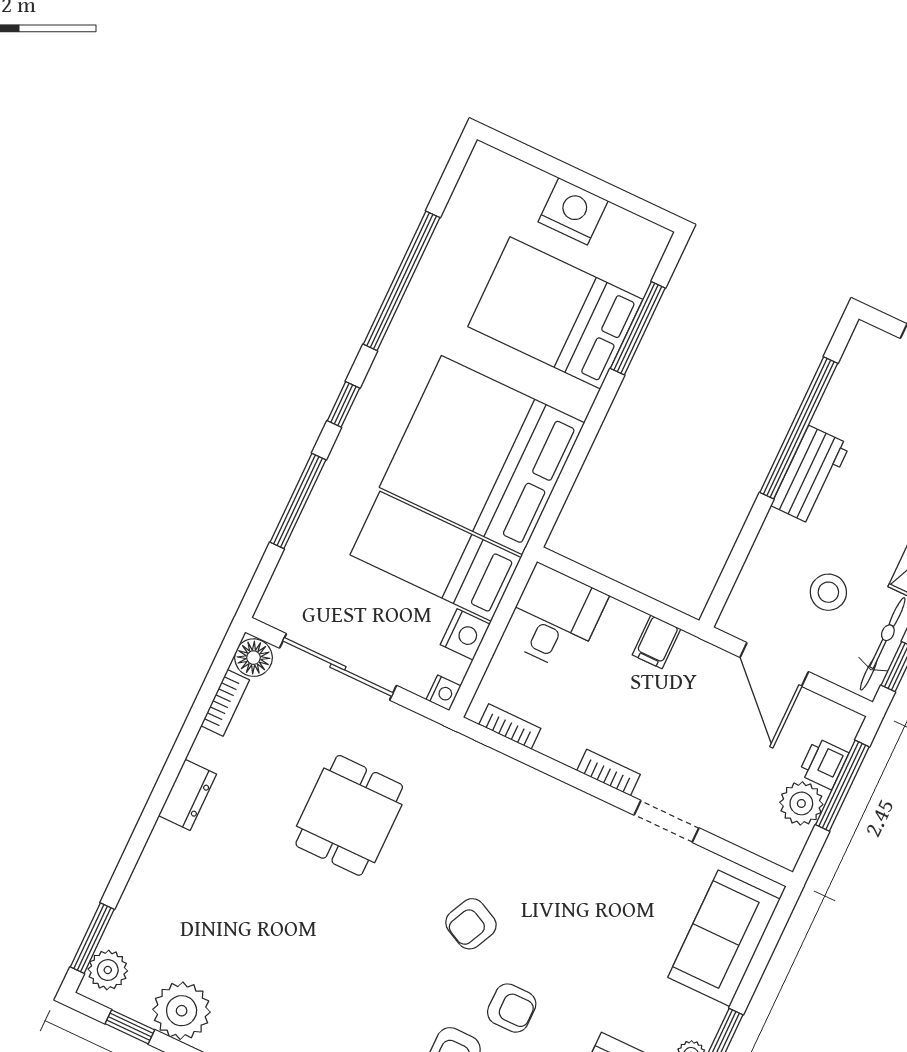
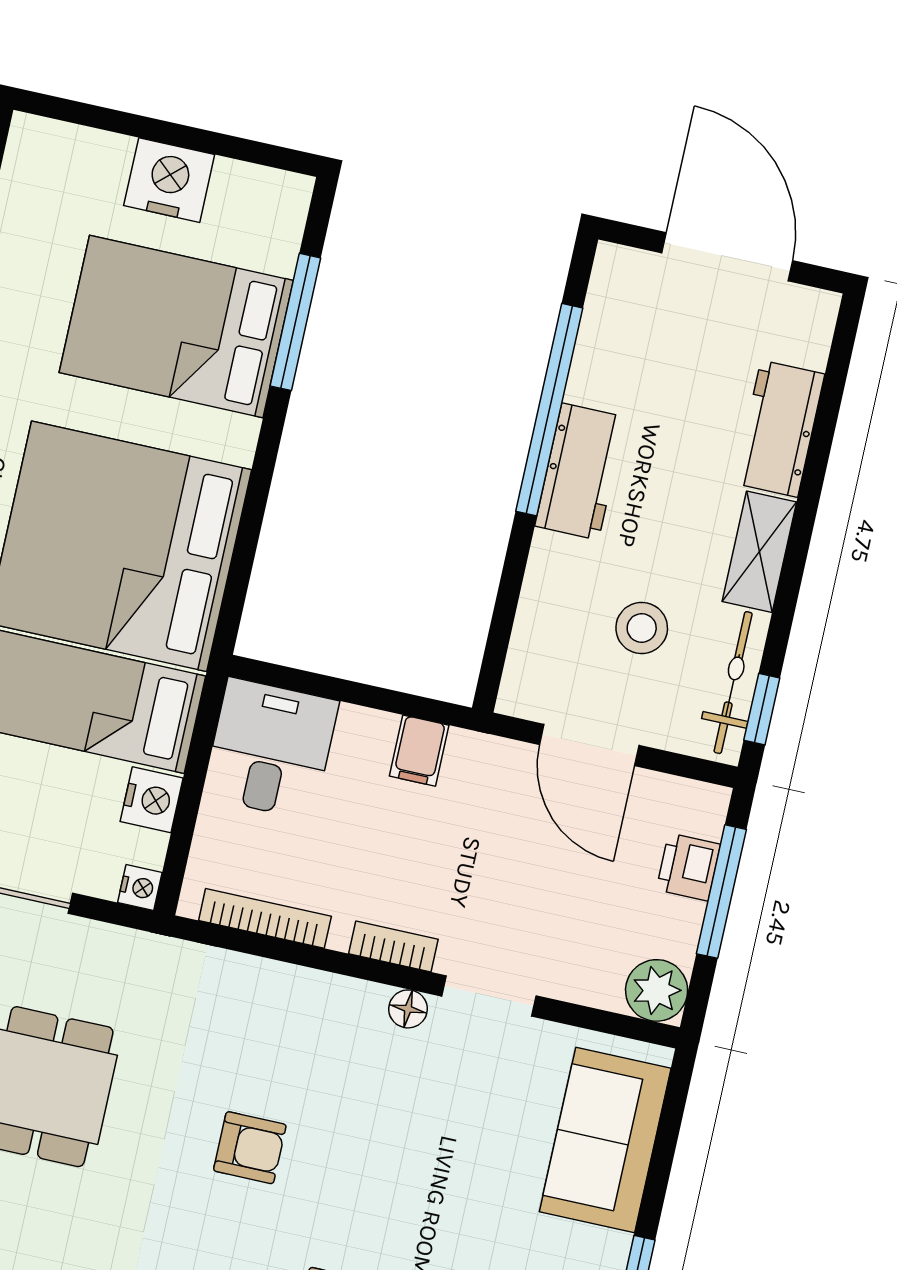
bookcase: (510, 726) -> (265, 918), width x1.56
plant: (801, 803) -> (657, 990), moved
floor lamp: (609, 818) -> (408, 1009), added
armchair: (471, 924) -> (250, 1148), moved, turned -116

